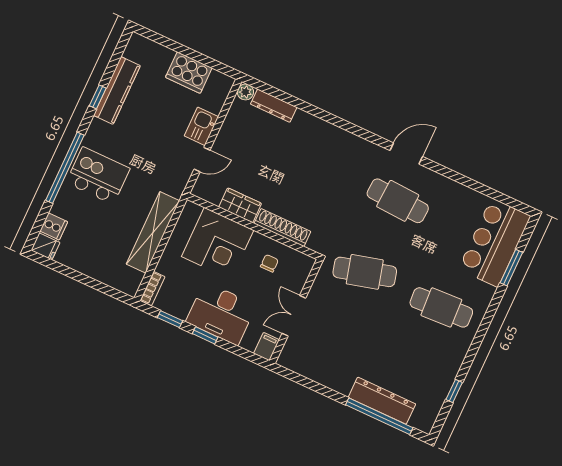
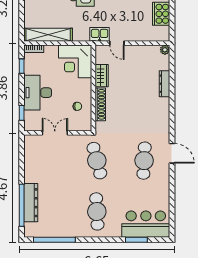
dresser: (274, 106) -> (165, 84), moved
kitchen sink: (201, 126) -> (100, 34), moved
shelving: (153, 232) -> (48, 35), moved
corner desk: (218, 243) -> (75, 61), moved
window: (205, 335) -> (22, 113), moved
filing cabinet: (266, 347) -> (31, 126), removed
window: (454, 391) -> (54, 240), width x3.17

